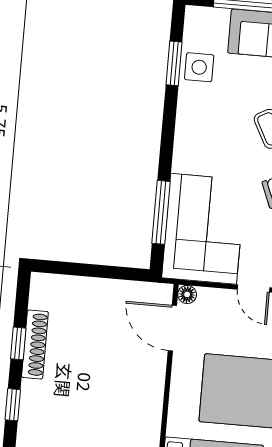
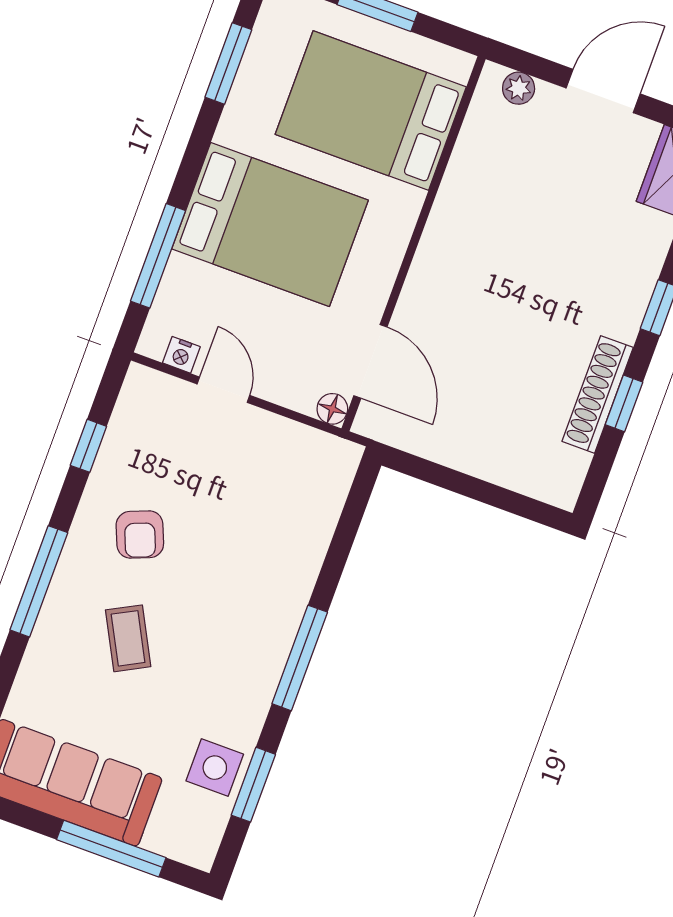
window: (161, 212) -> (300, 658), moved
corner sofa: (204, 229) -> (278, 507), removed

